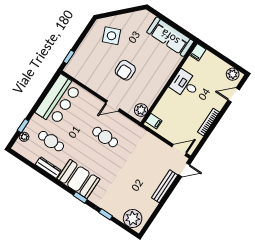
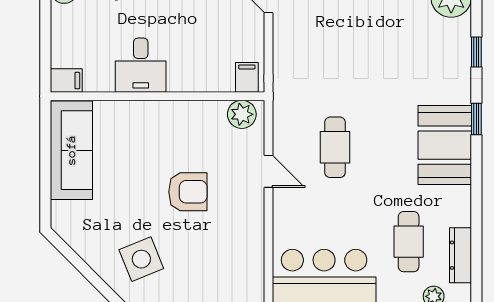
dresser: (48, 168) -> (460, 255), moved

